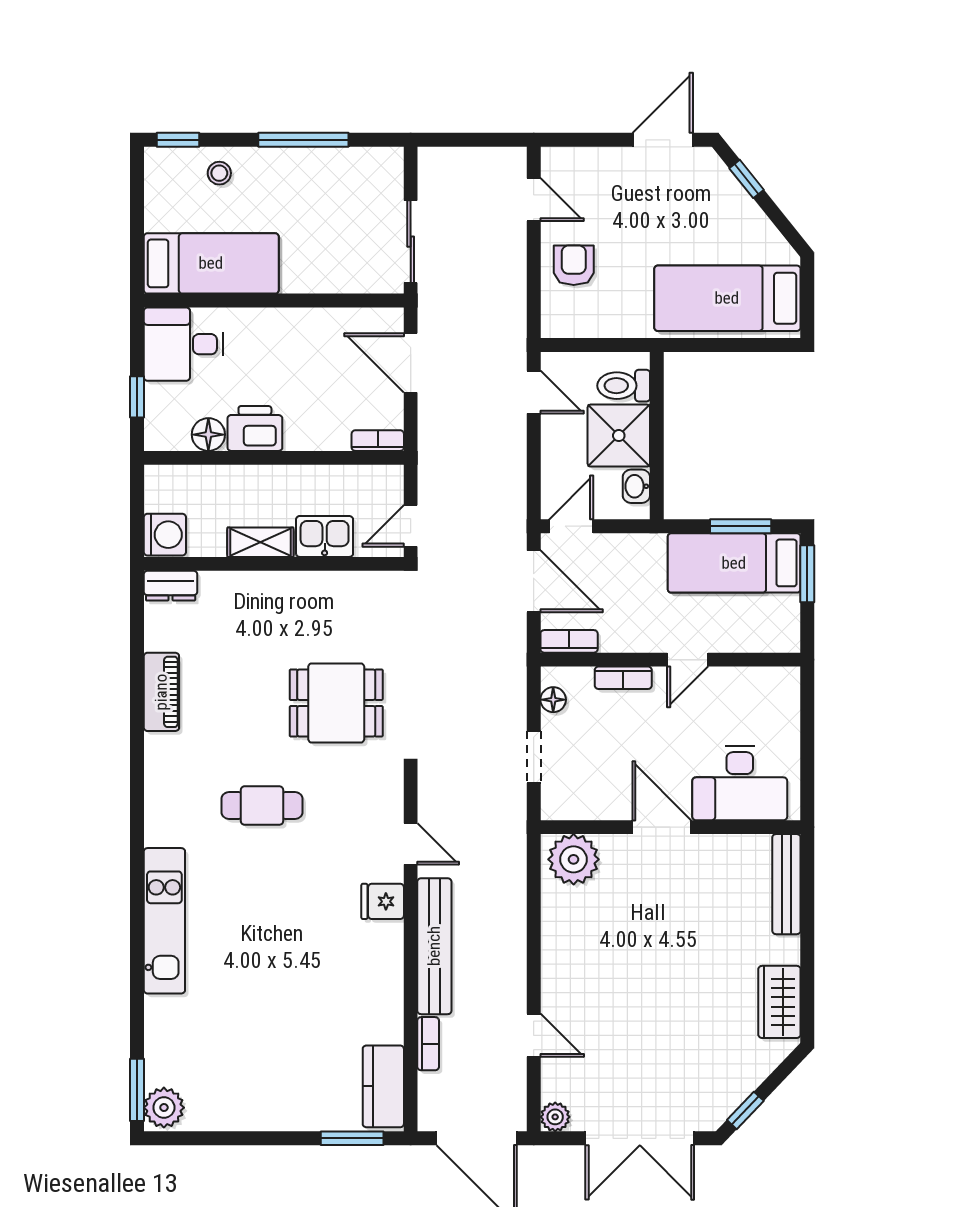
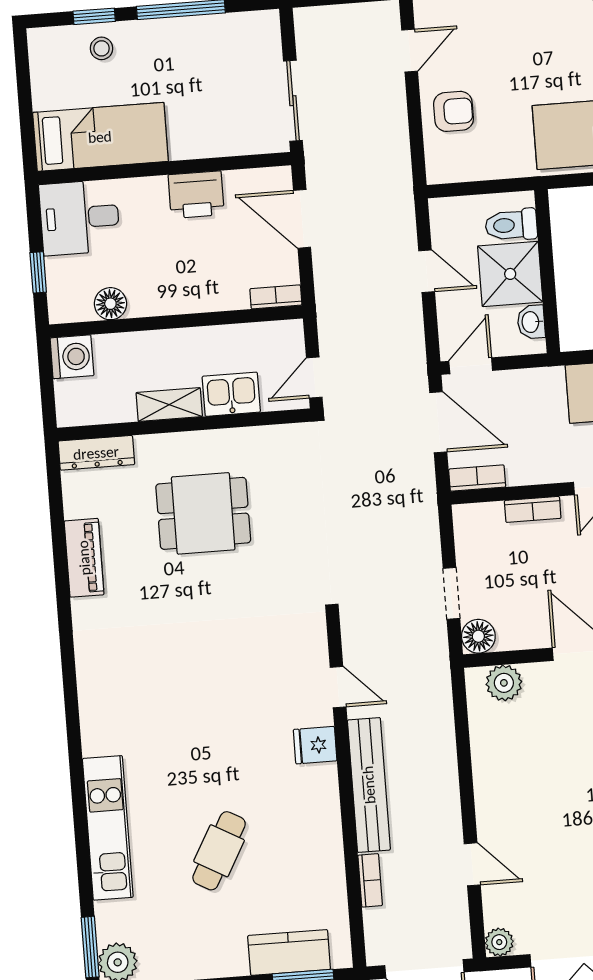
window: (178, 140) -> (94, 16), moved
door: (534, 200) -> (410, 51), hinge flipped
armchair: (574, 265) -> (454, 111), turned 90
door: (534, 392) -> (427, 271), moved
printer: (255, 428) -> (196, 195), moved, turned 180
washing machine: (165, 535) -> (72, 357), moved
dresser: (171, 586) -> (96, 453), width x1.44
floor lamp: (553, 700) -> (478, 636), moved, width x1.37, depth x1.37
dining table: (336, 703) -> (203, 513), moved
cafe table: (262, 806) -> (219, 851), moved, turned -61
plant: (574, 859) -> (504, 683), width x0.73, depth x0.73
kitchen unit: (164, 921) -> (108, 828), moved
kitchen counter: (383, 1086) -> (289, 952), moved, turned 90

